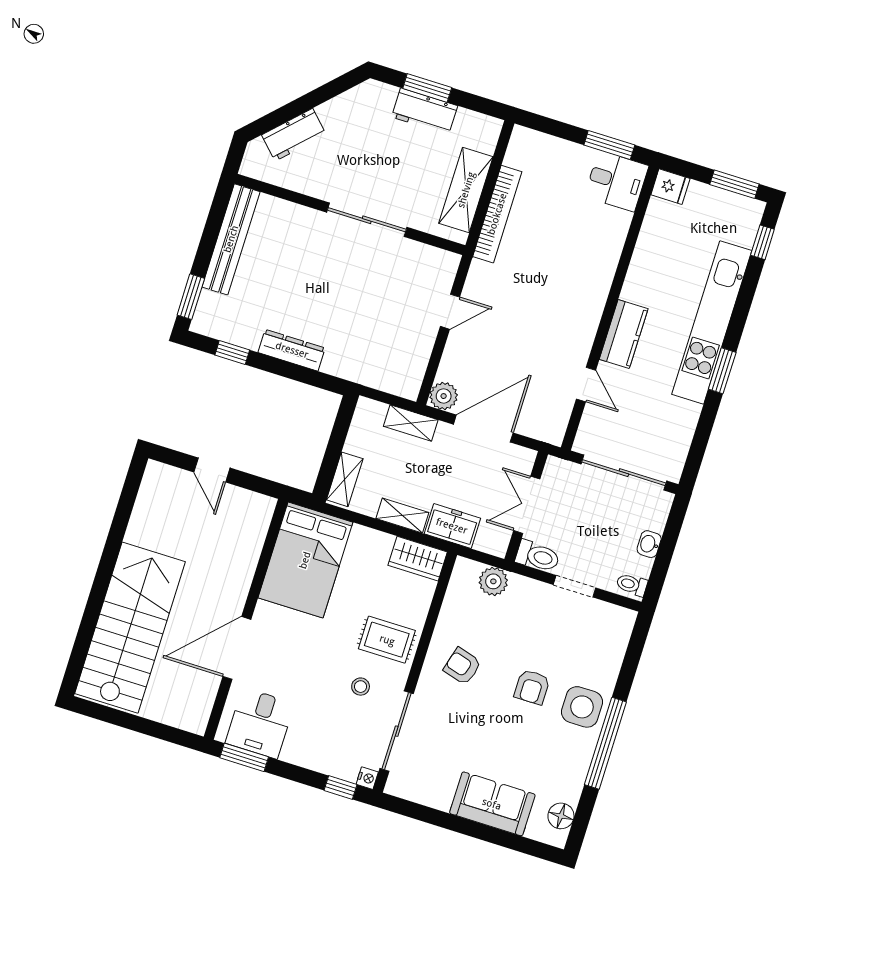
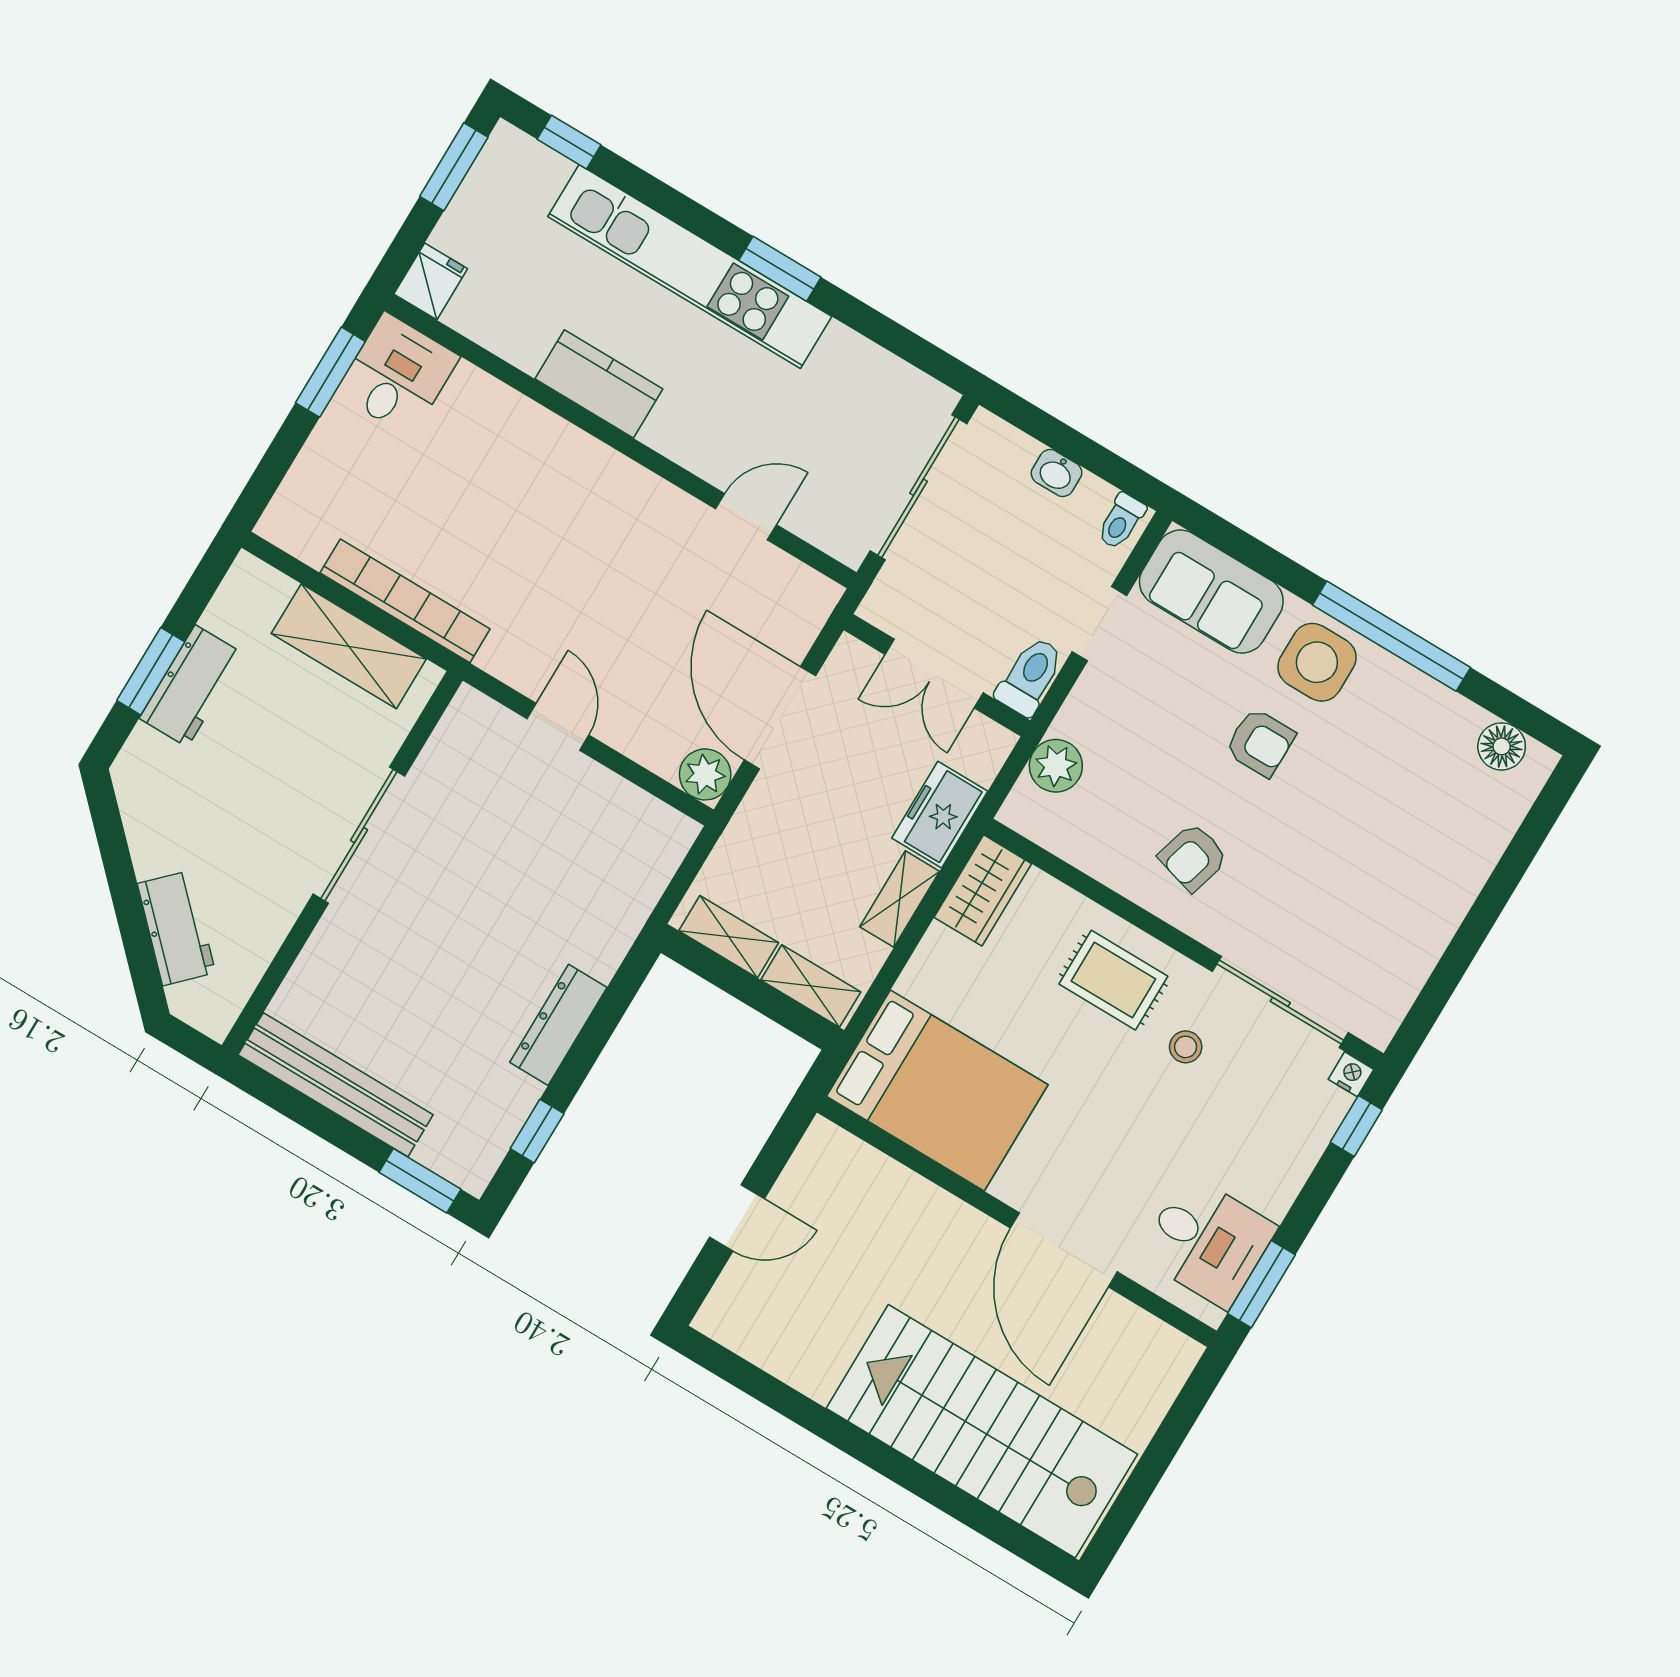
kitchen counter: (624, 334) -> (599, 384), moved
shelving: (411, 423) -> (729, 937), moved, turned 90
rug: (387, 640) -> (1113, 980), turned 90
sofa: (492, 804) -> (1211, 592), moved, turned -90

